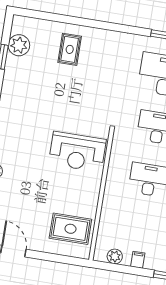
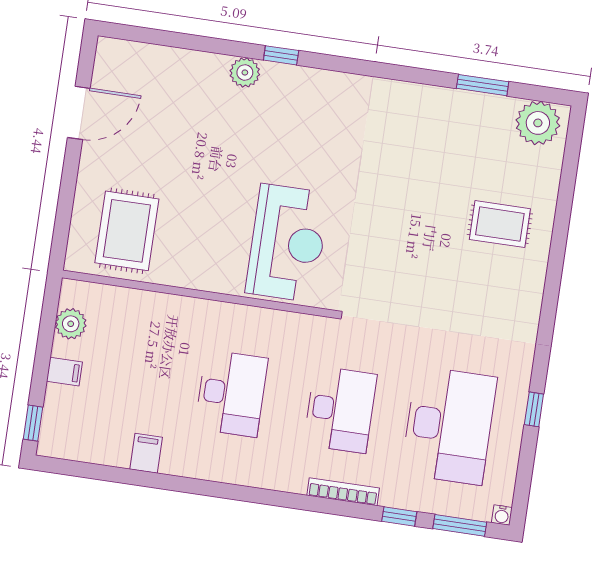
plant: (19, 45) -> (538, 123), moved
reception desk: (77, 152) -> (287, 243), turned 180

